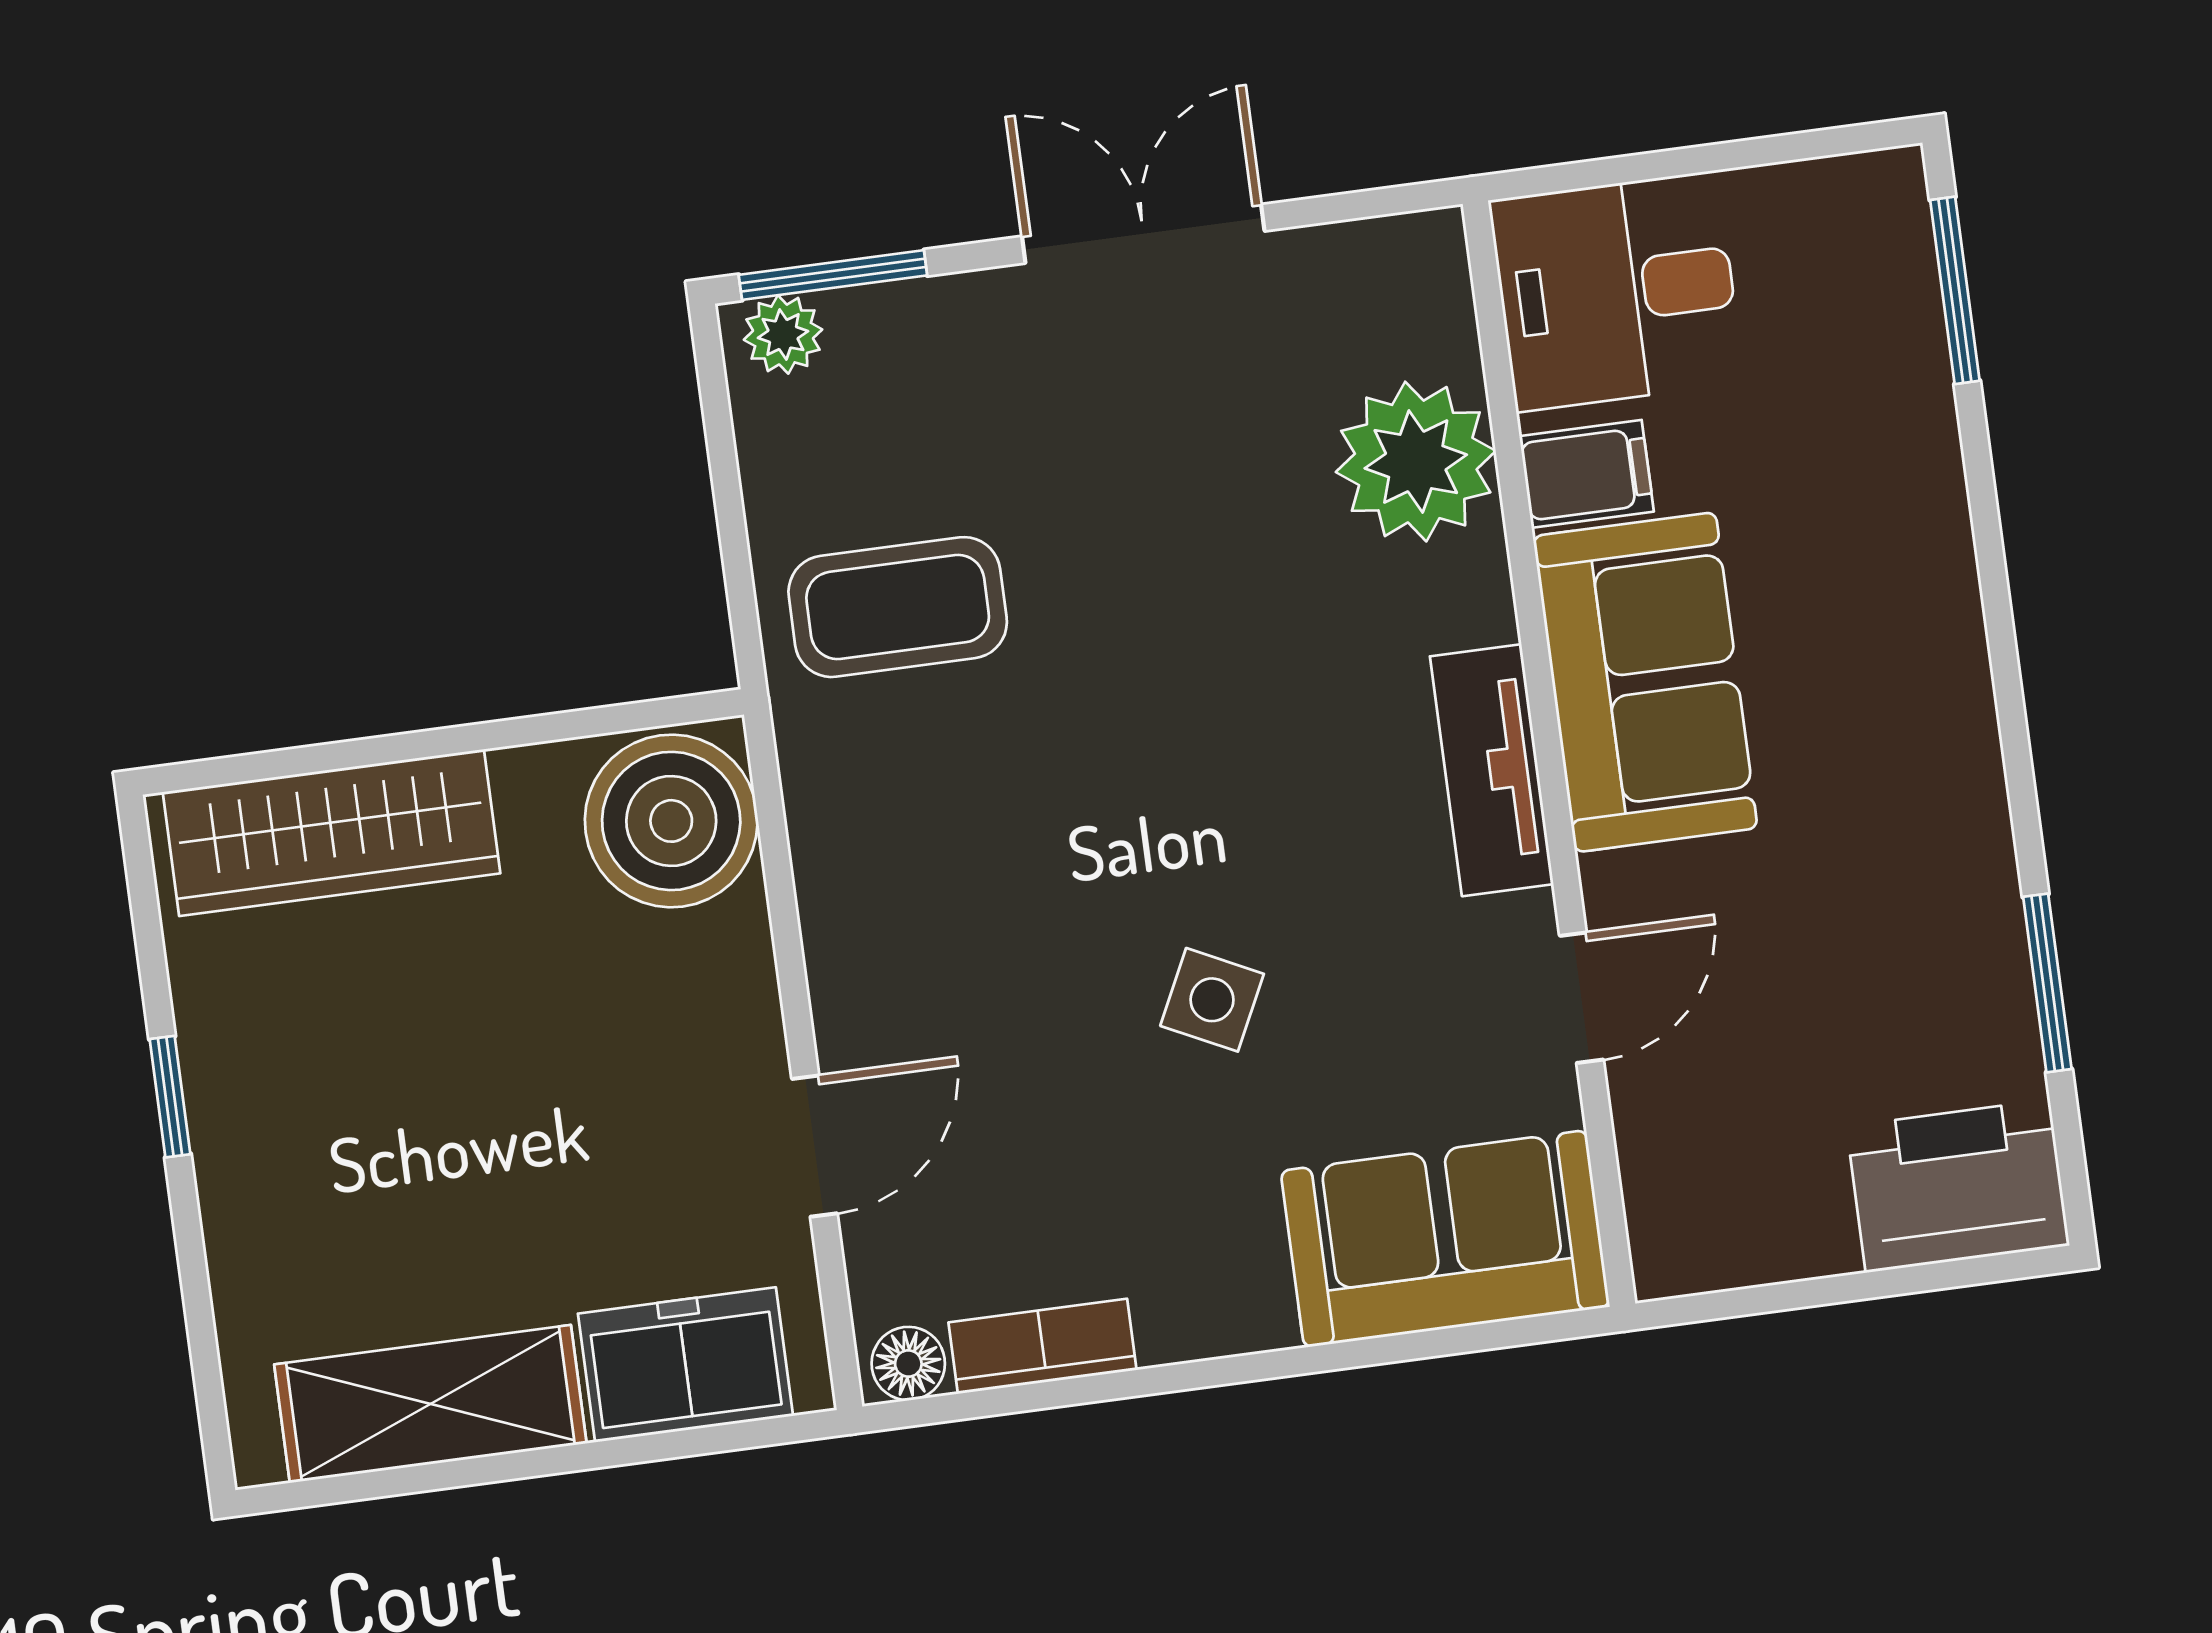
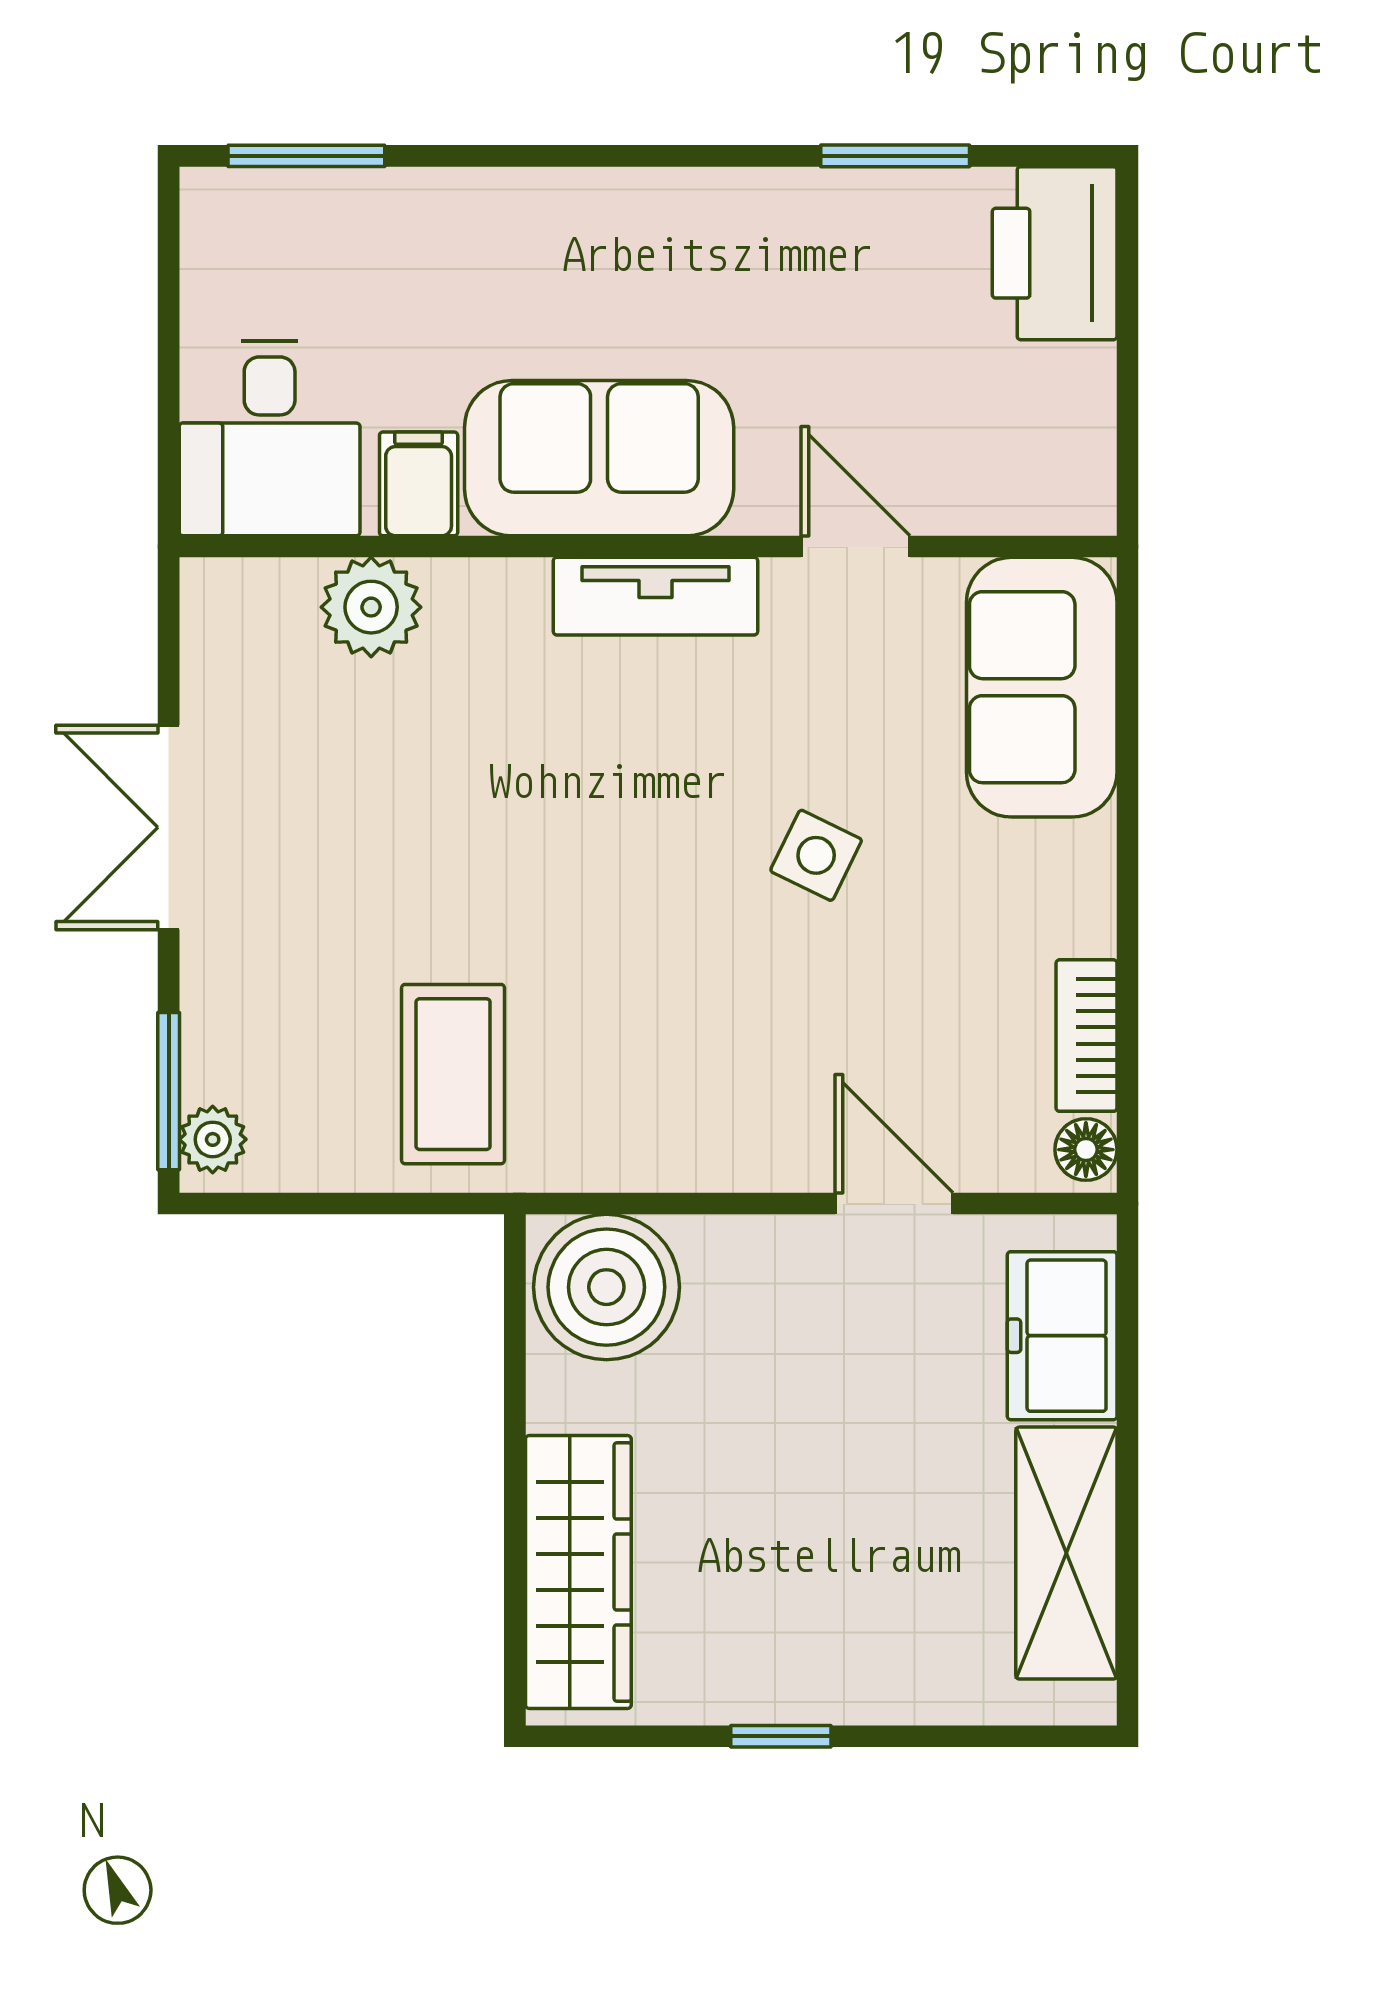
plant: (1416, 462) -> (371, 607), width x0.73, depth x0.73

